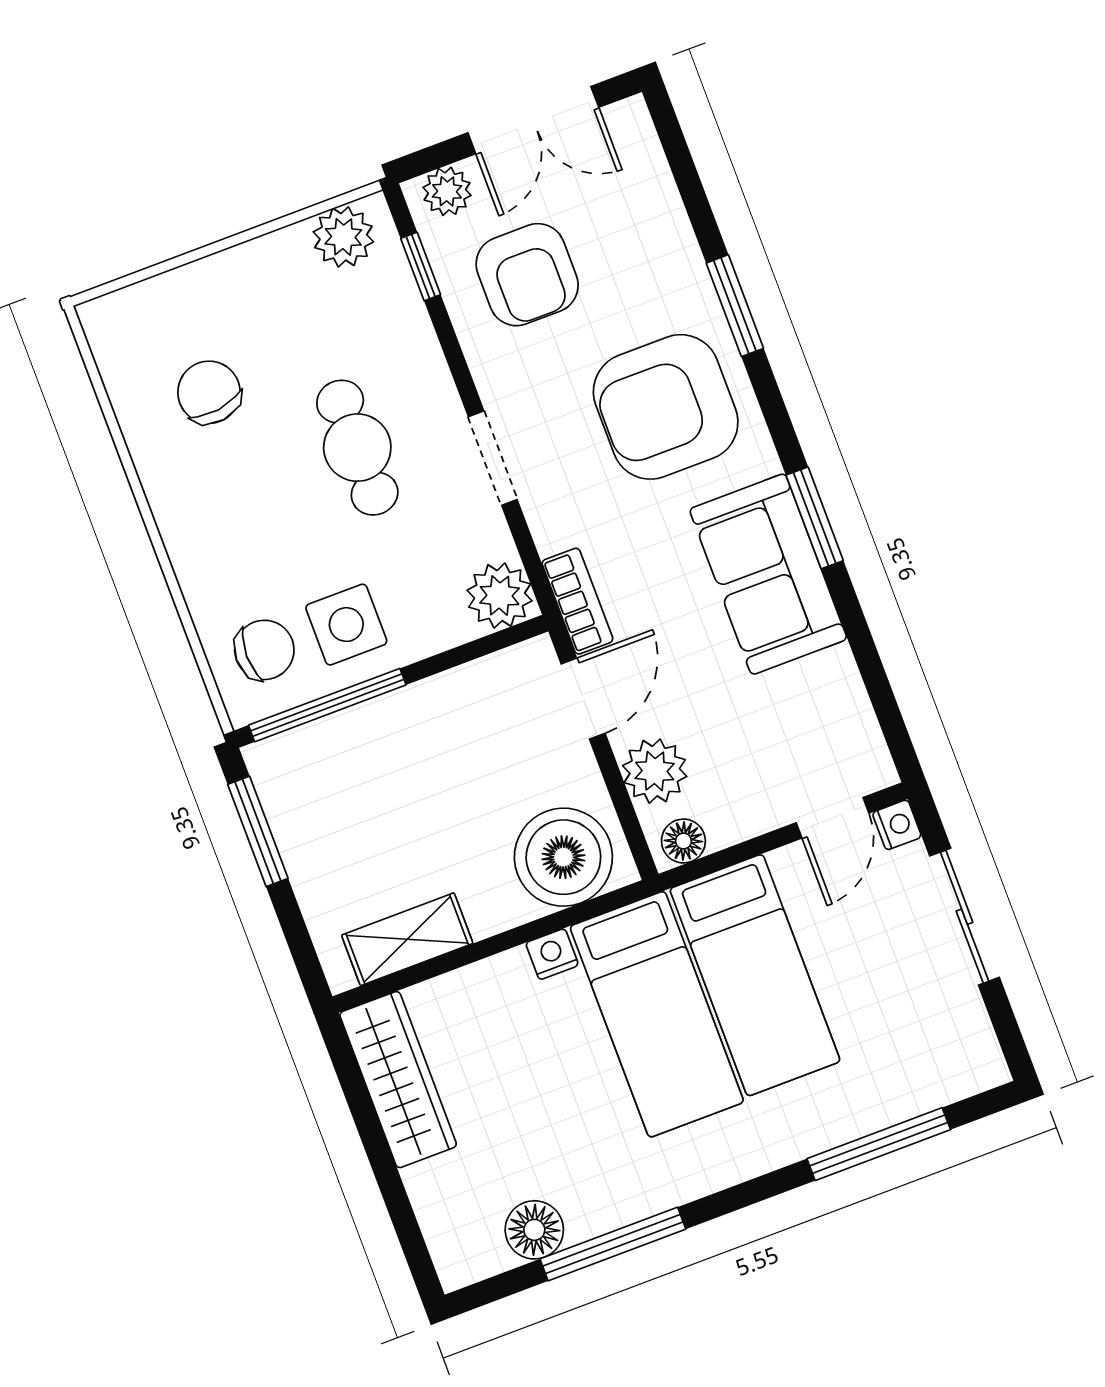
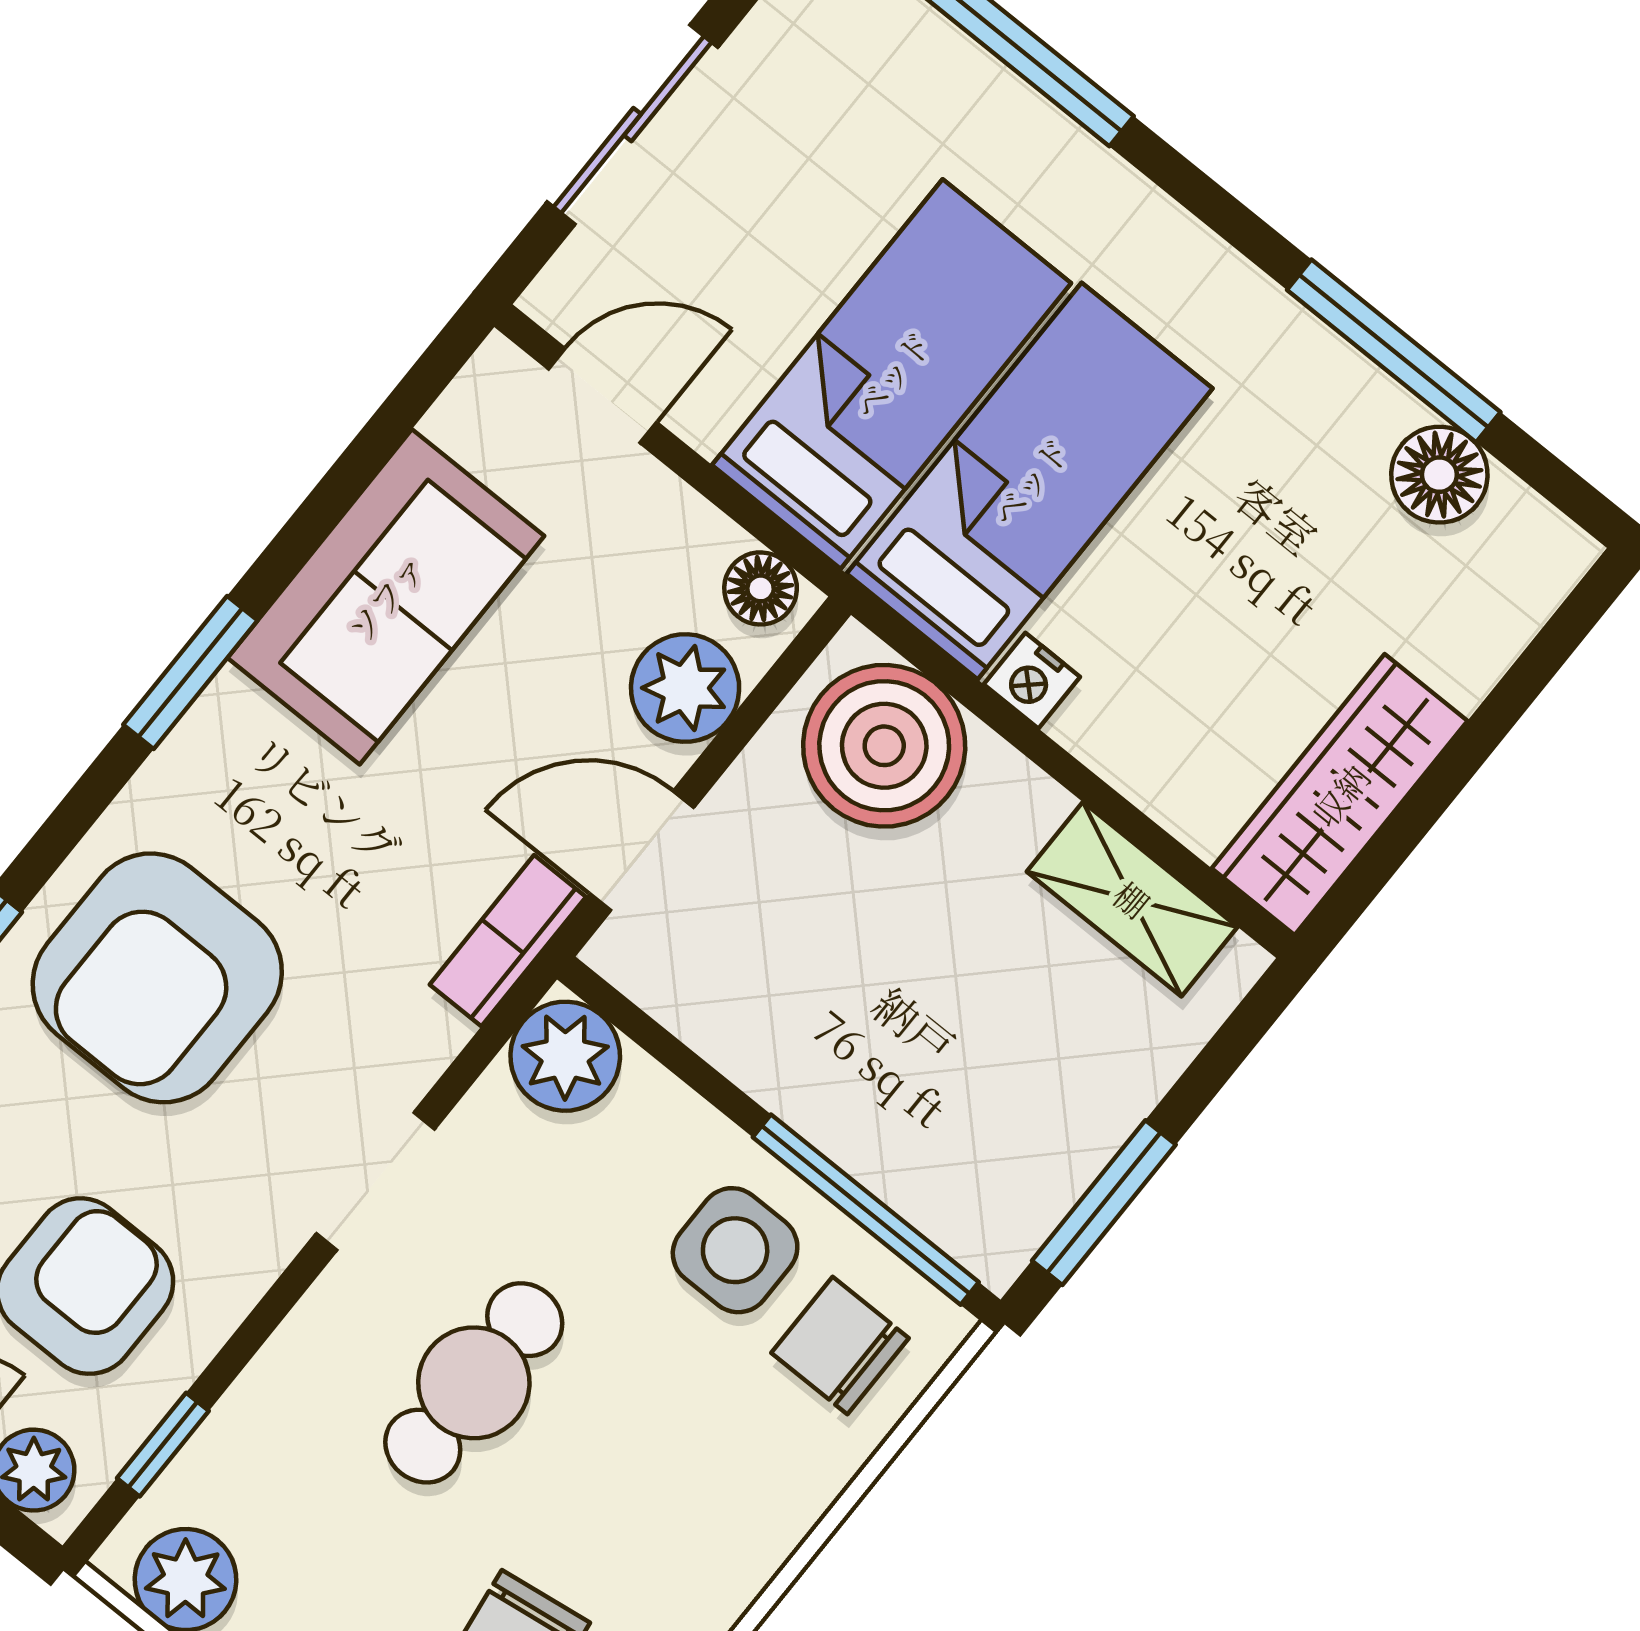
armchair: (666, 407) -> (157, 978), turned 90
sofa: (768, 574) -> (386, 597), moved
nightstand: (897, 825) -> (558, 298), removed

